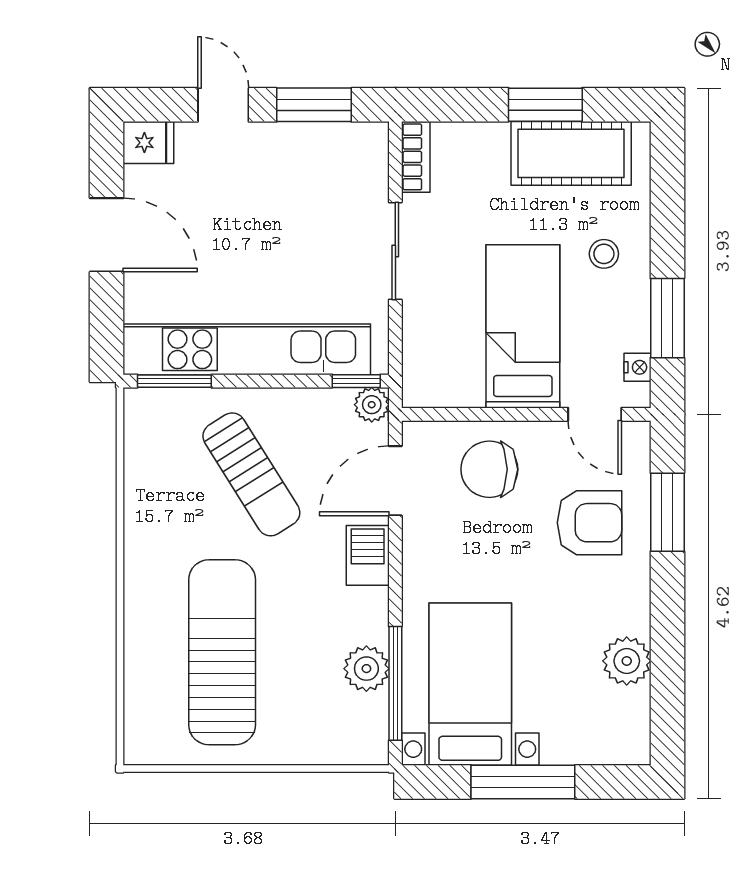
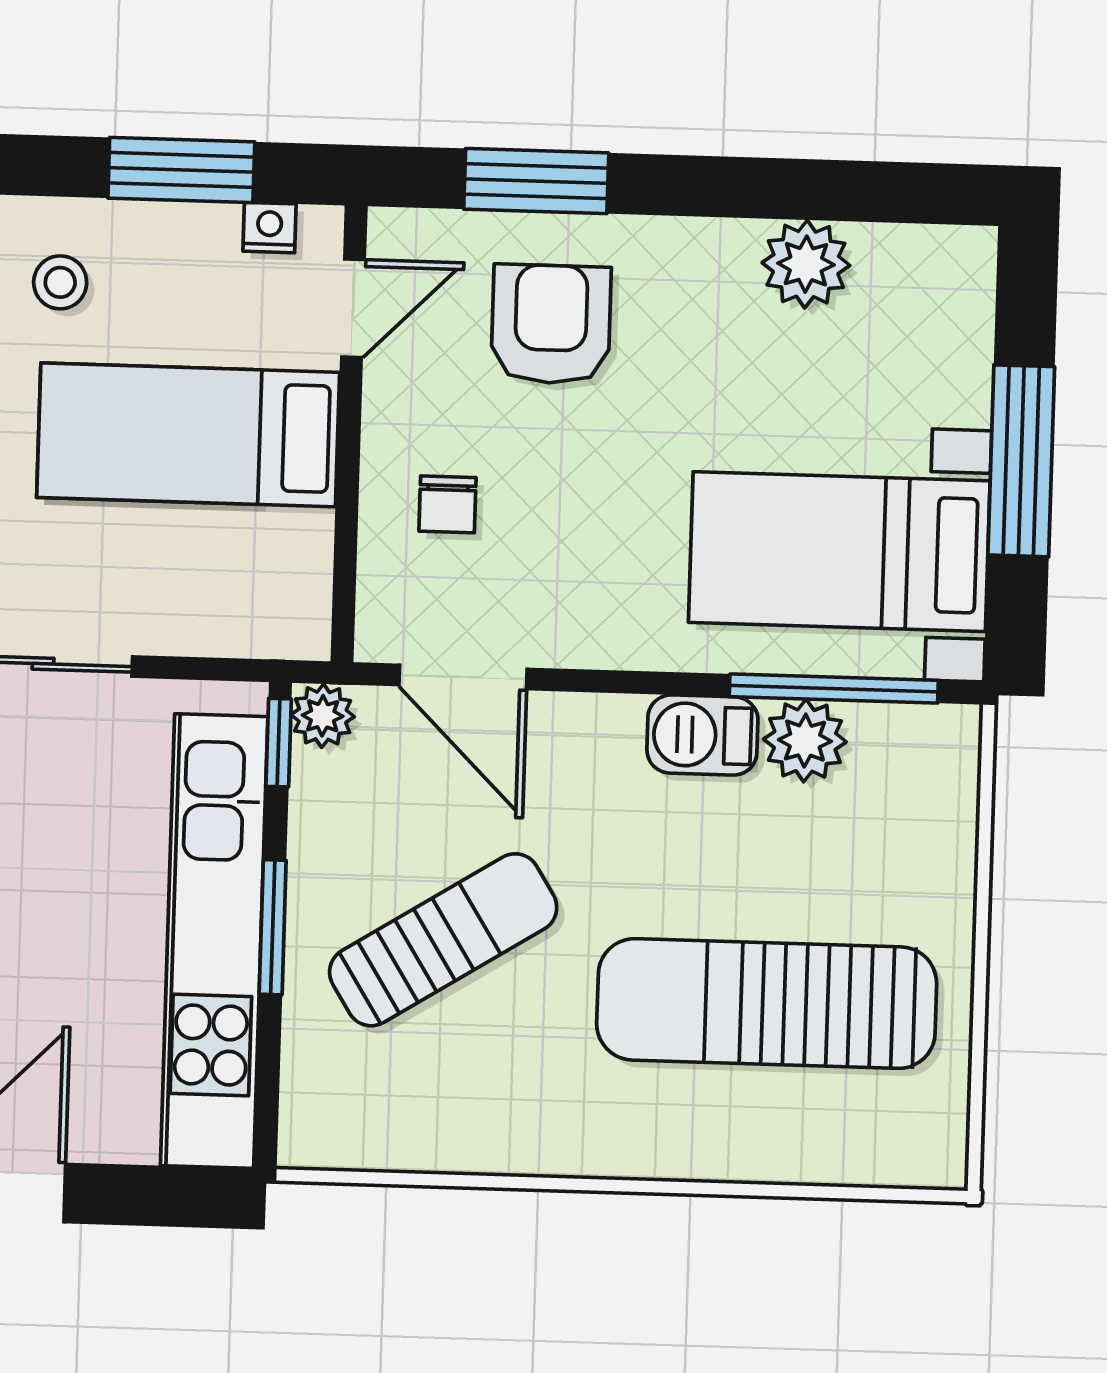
window: (174, 381) -> (273, 927), moved
chair: (489, 469) -> (447, 504), width x0.54, depth x0.54
barbecue: (368, 555) -> (702, 735), moved

